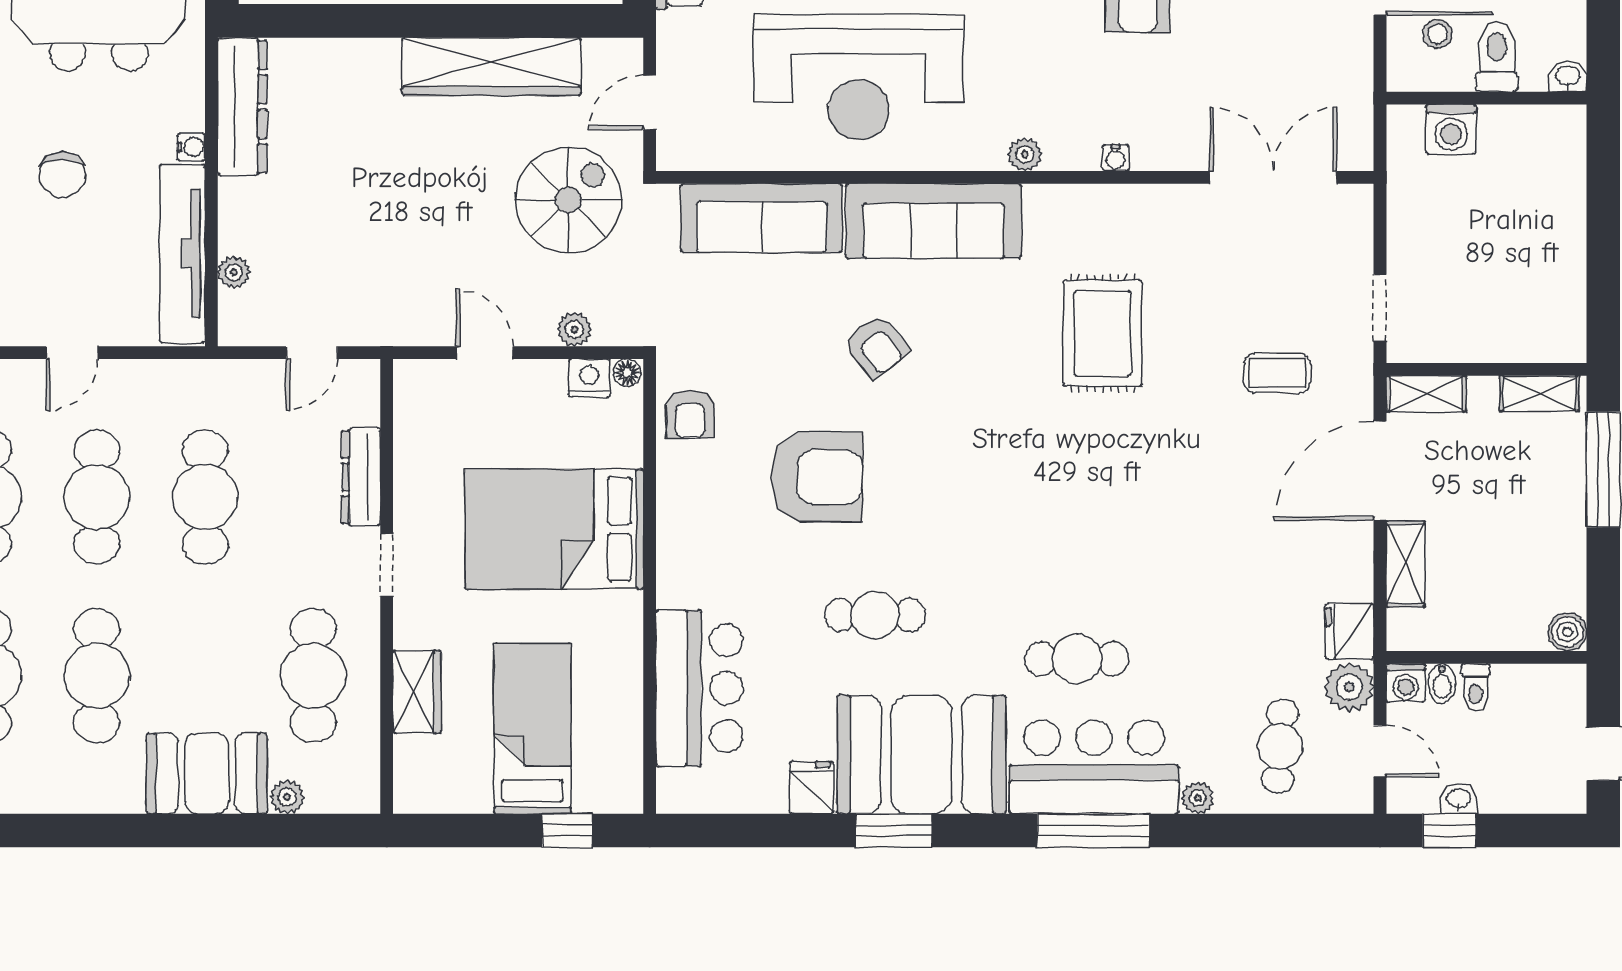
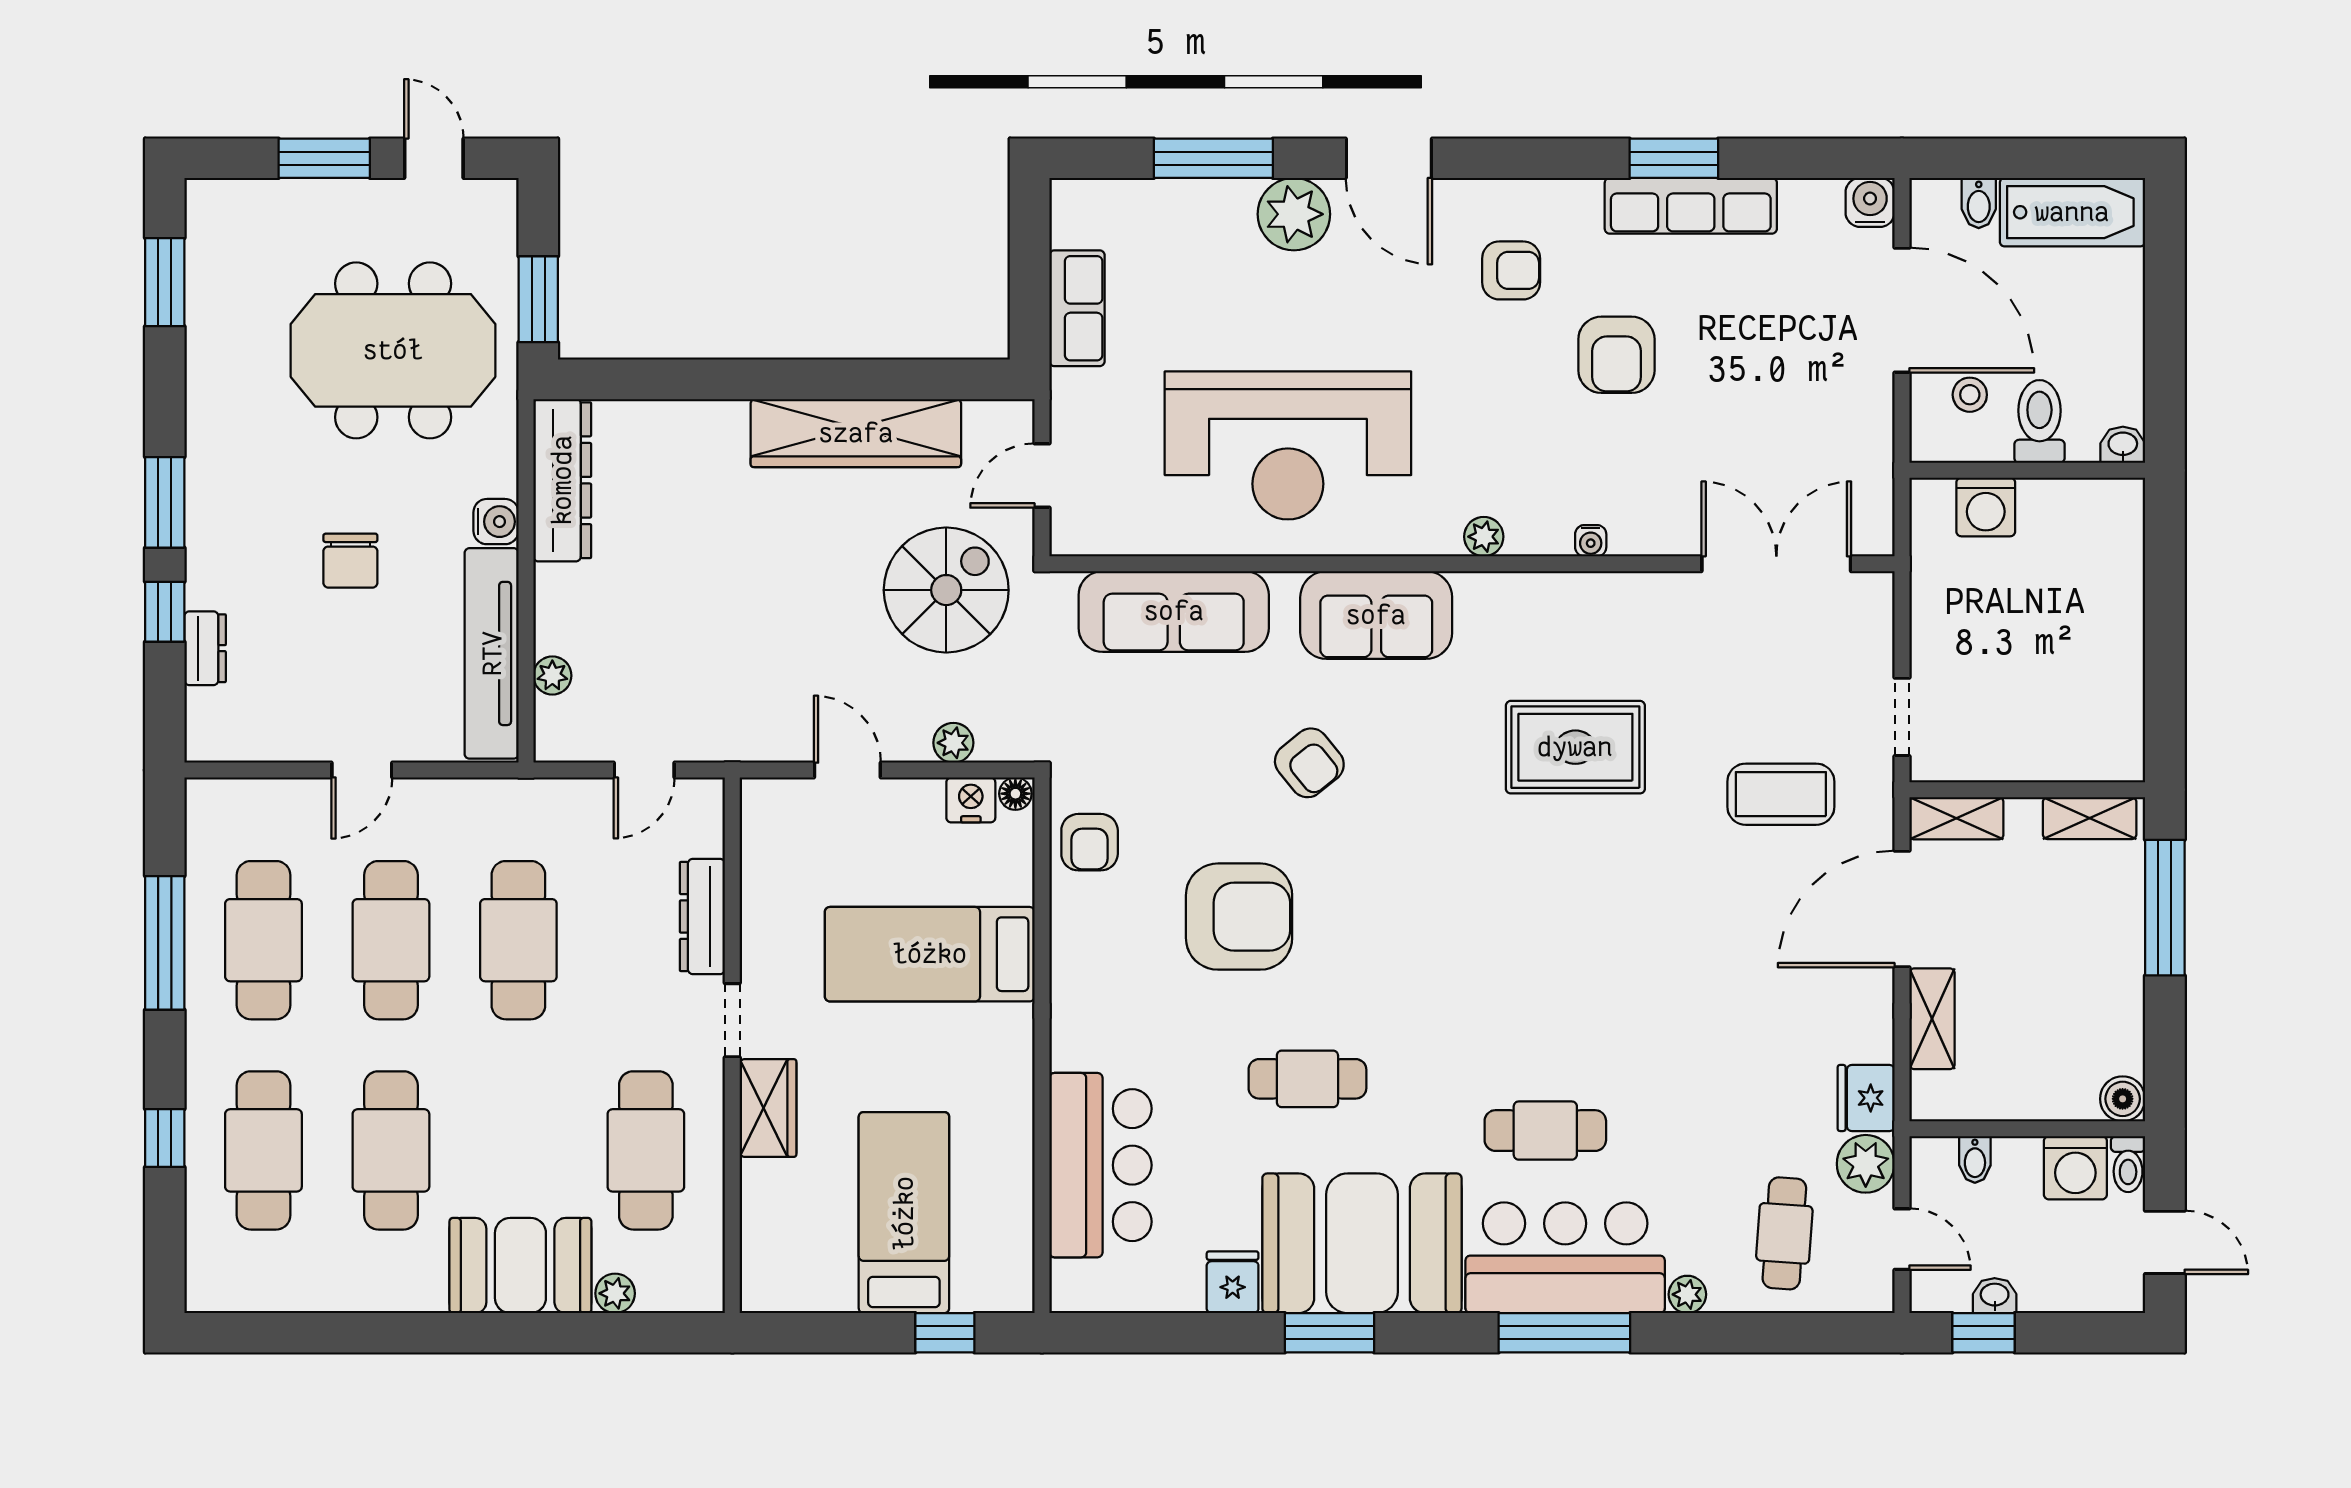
water cooler: (191, 147) -> (496, 522), width x1.38, depth x1.38
sofa: (934, 221) -> (1376, 615), width x0.73
rug: (1103, 333) -> (1575, 747), turned 90
coffee table: (1277, 373) -> (1781, 794), width x1.36, depth x1.30
bed: (554, 529) -> (930, 954), width x0.67
washing machine: (1406, 683) -> (2075, 1168), moved, width x1.38, depth x1.38
toilet: (1476, 687) -> (2128, 1164), moved
wardrobe: (417, 692) -> (768, 1108), moved

